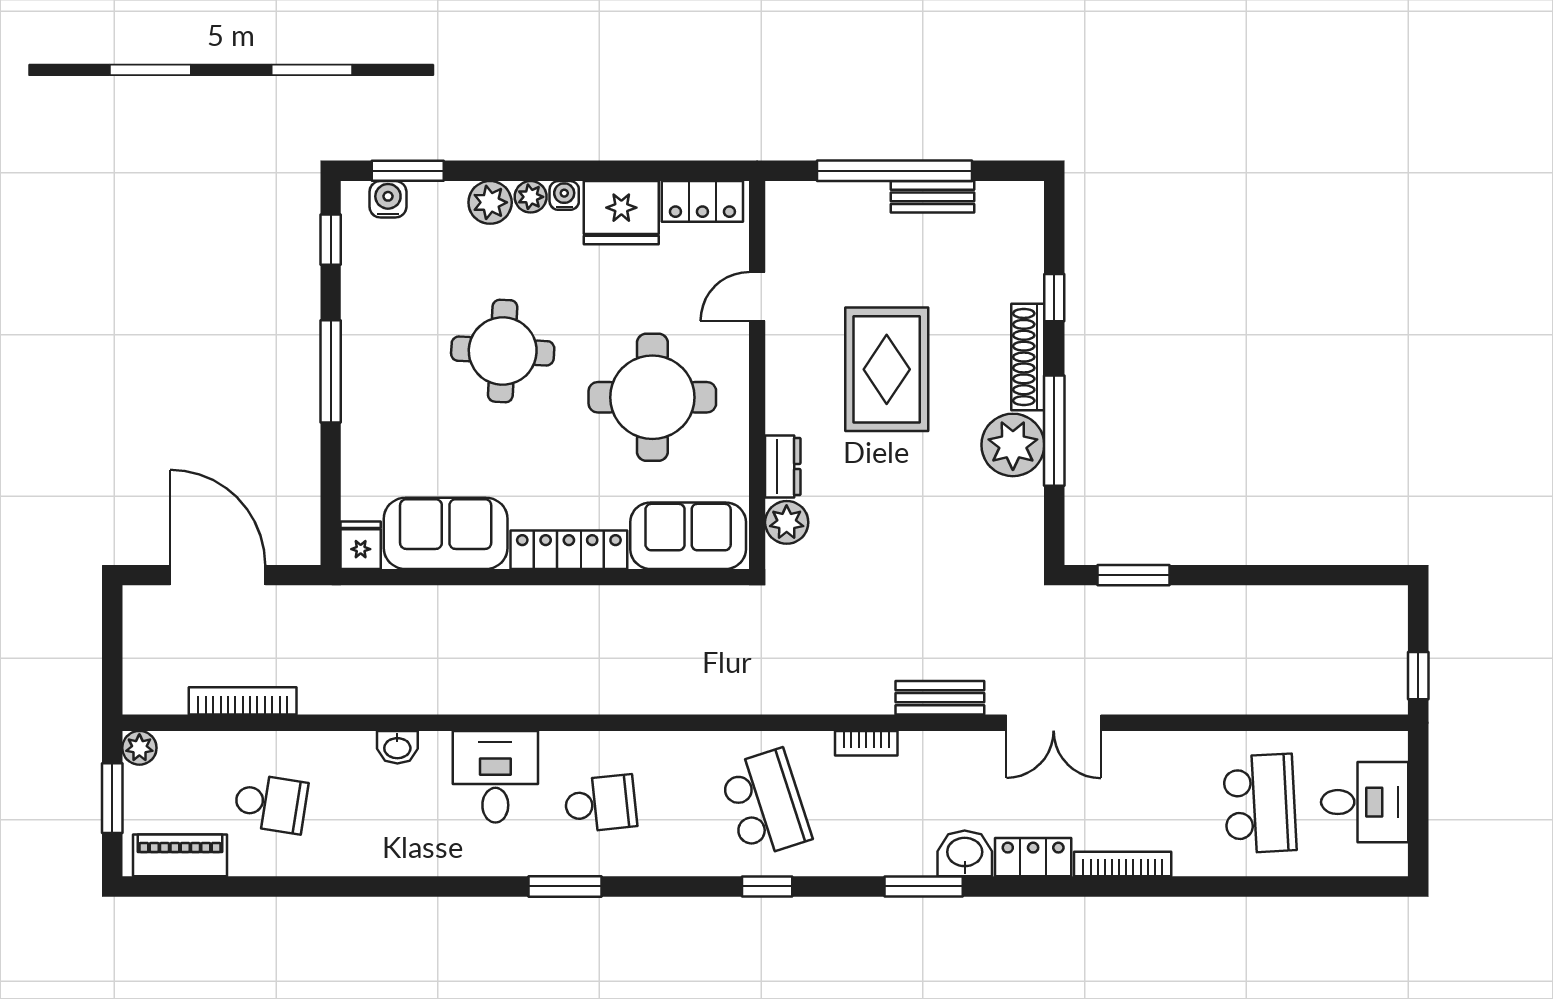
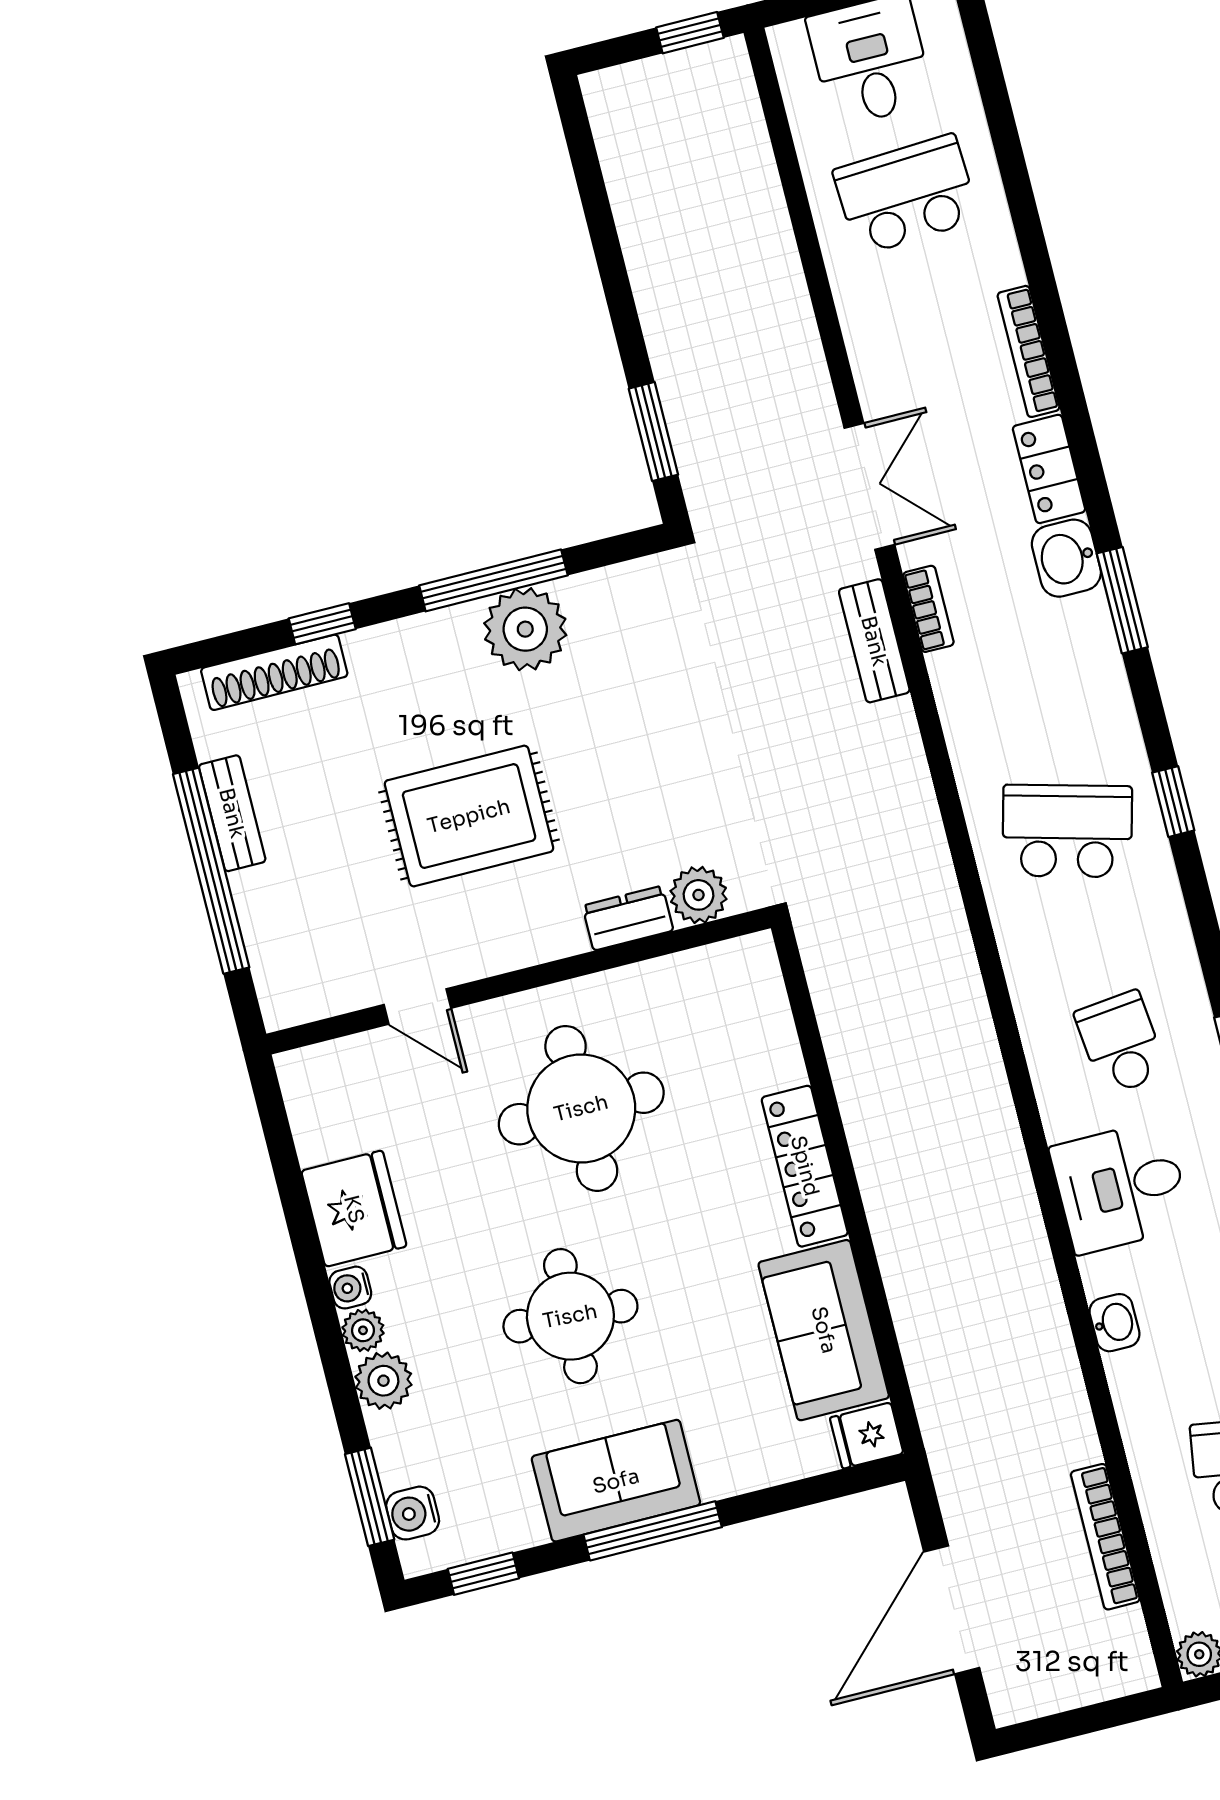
locker: (702, 201) -> (313, 1108), removed
shoe rack: (1028, 357) -> (274, 672), moved
sofa: (688, 536) -> (616, 1481), moved, turned 90
bookcase: (866, 743) -> (928, 609), moved
school desk: (765, 804) -> (1067, 831), turned 33

